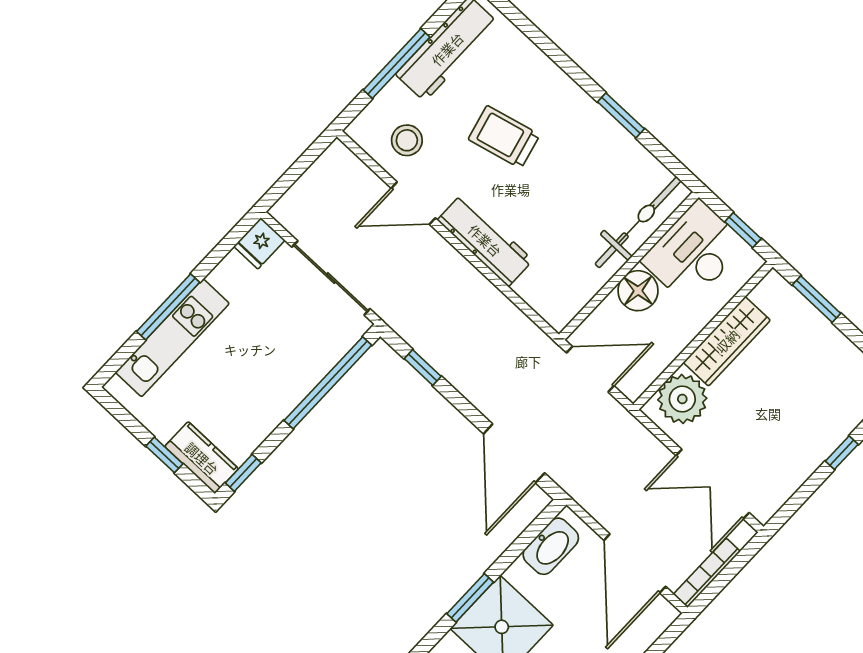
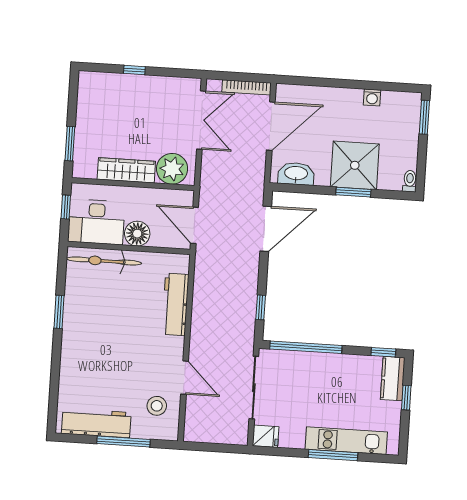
trolley: (504, 137) -> (116, 360), removed
workbench: (485, 240) -> (175, 304), moved

